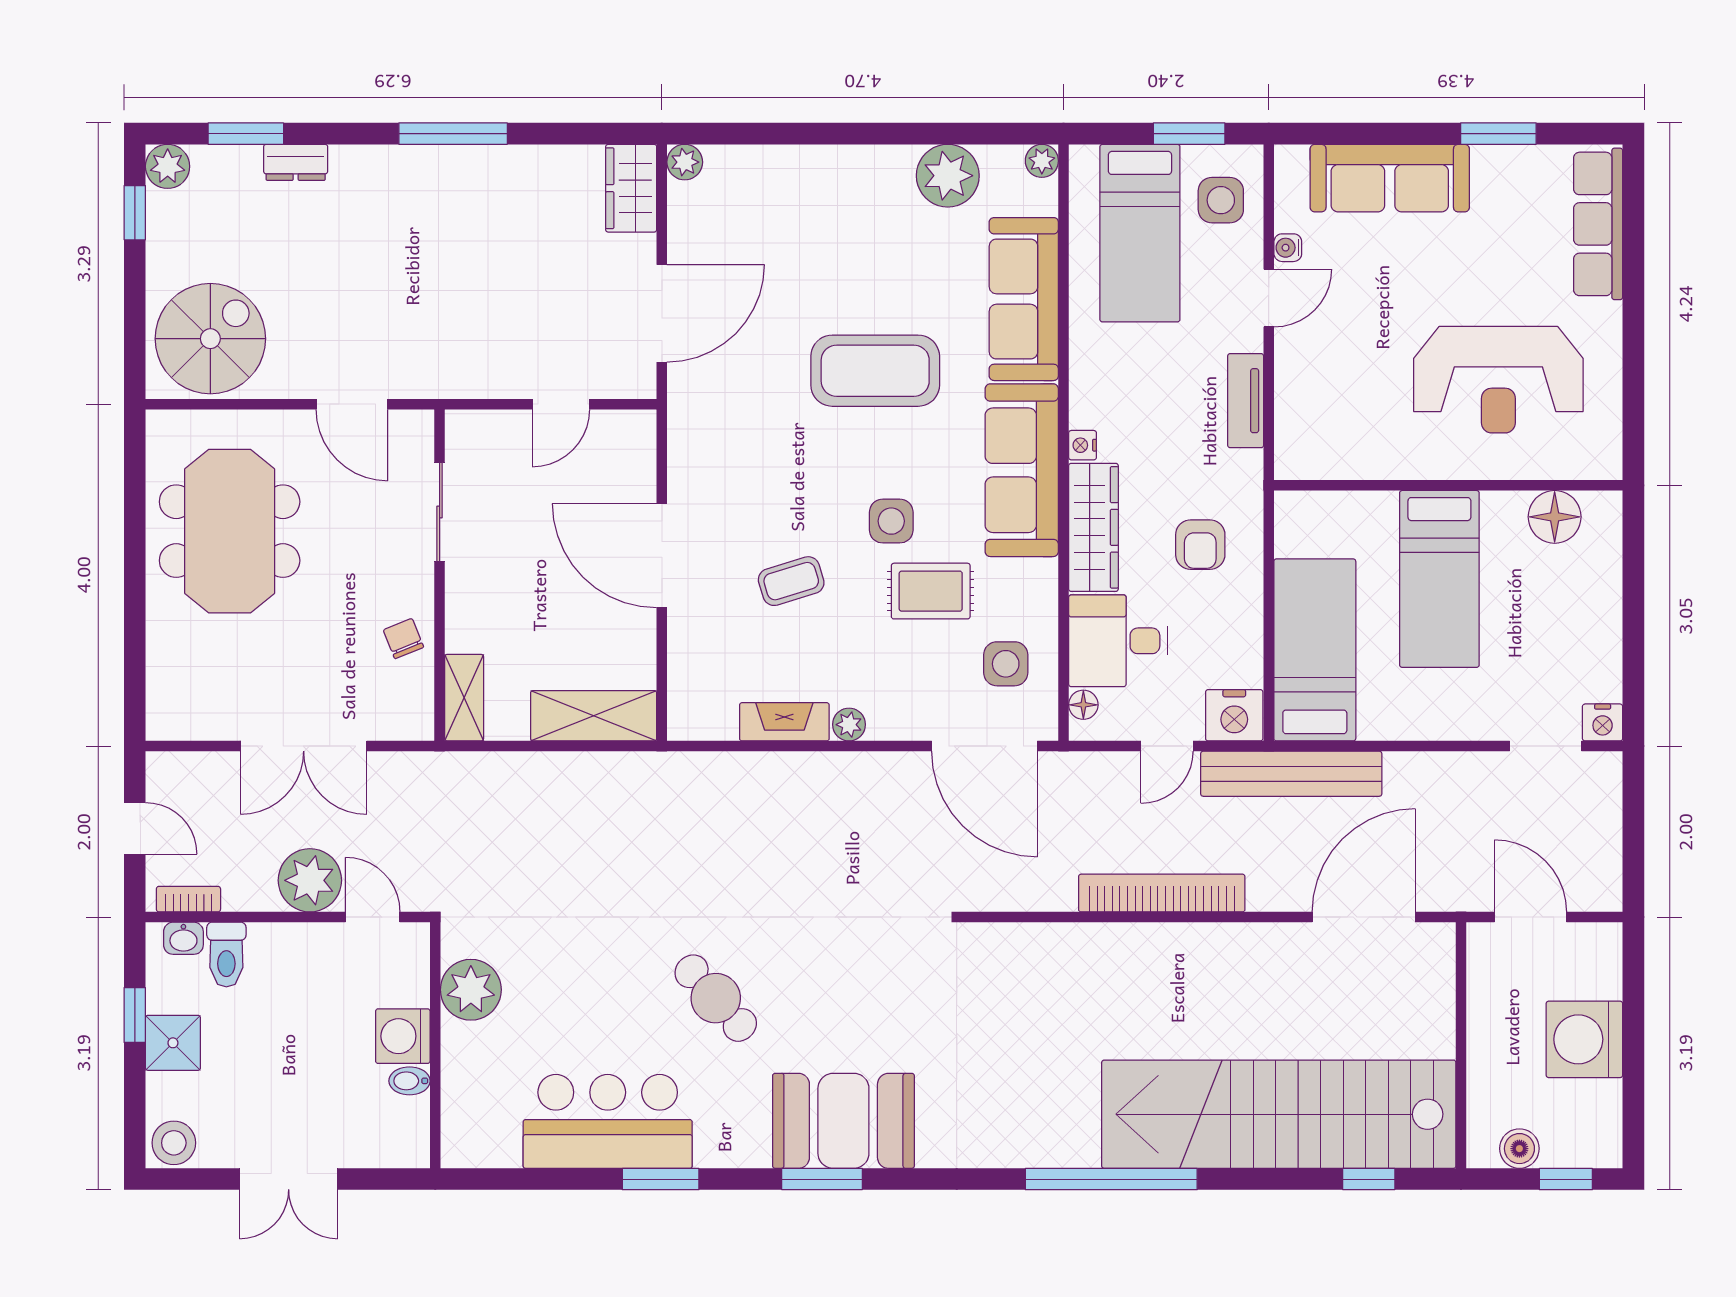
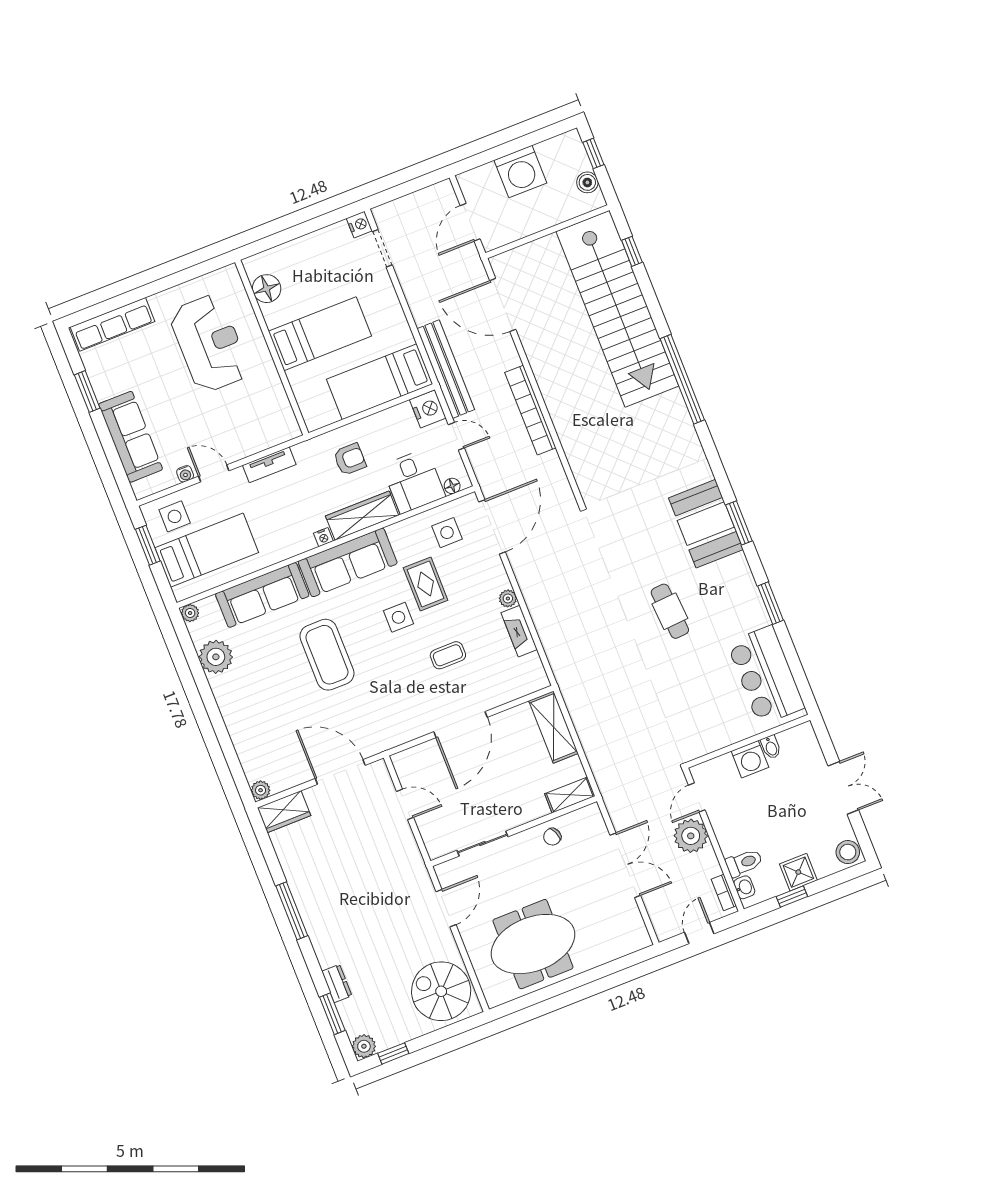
coffee table: (791, 581) -> (448, 655), turned -73
plant: (471, 990) -> (714, 734), removed
cafe table: (716, 998) -> (670, 611), turned -52
bar counter: (608, 1121) -> (766, 675), moved

